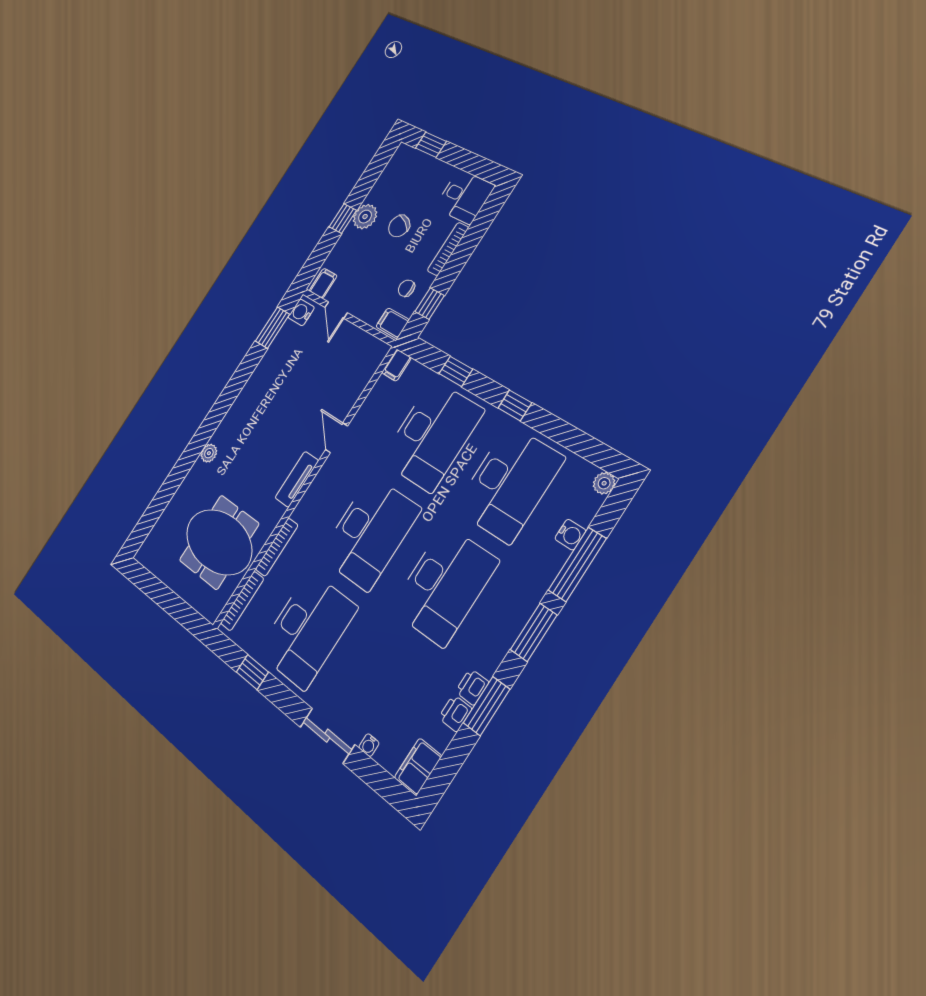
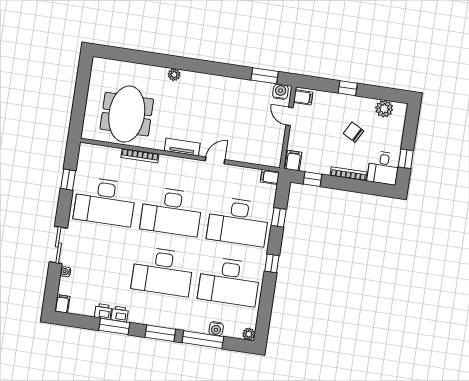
window: (431, 145) -> (406, 159), moved
plant: (365, 217) -> (384, 109), moved
chair: (406, 288) -> (317, 158), removed
door: (336, 310) -> (289, 116), hinge flipped
bookcase: (242, 601) -> (102, 150), removed
filing cabinet: (418, 767) -> (62, 304), width x0.50

